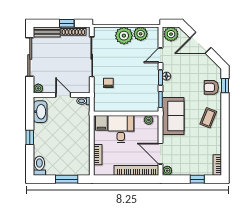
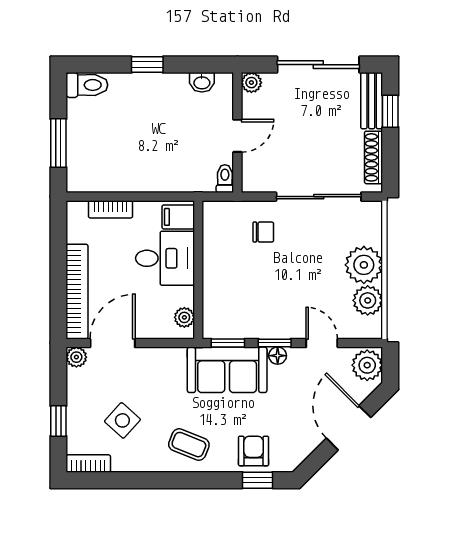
window: (67, 23) -> (390, 111), moved
washbasin: (40, 112) -> (202, 82), width x0.52, depth x0.69
sofa: (173, 116) -> (227, 370), moved
side table: (197, 149) -> (122, 420), added

